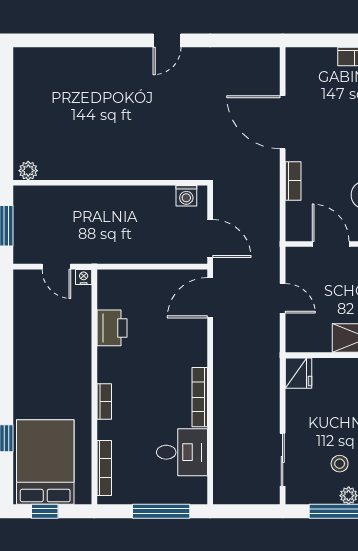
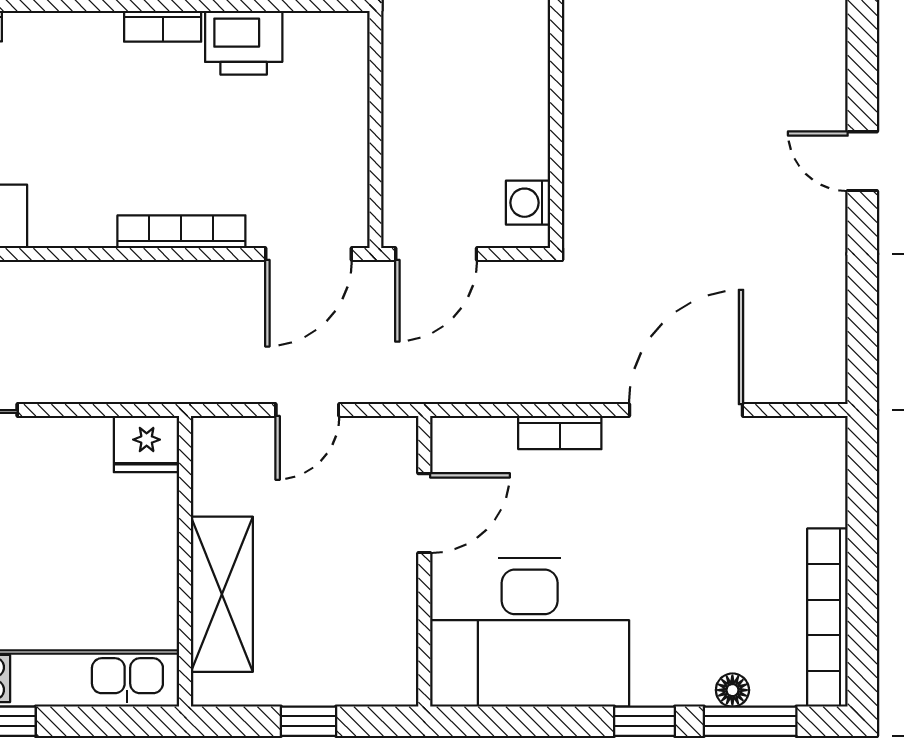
door: (210, 298) -> (309, 254), swing flipped
bookcase: (200, 397) -> (181, 232), moved
bookcase: (104, 401) -> (163, 26), moved

